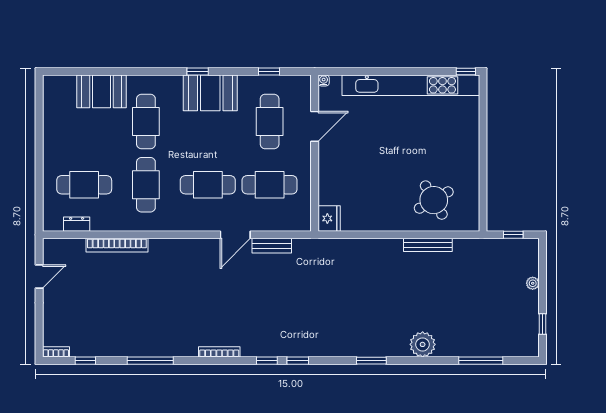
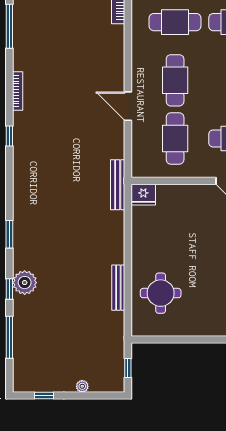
round table: (434, 200) -> (161, 293), turned 30
bench: (272, 246) -> (118, 185), moved, width x1.36
window: (298, 361) -> (9, 289), moved

